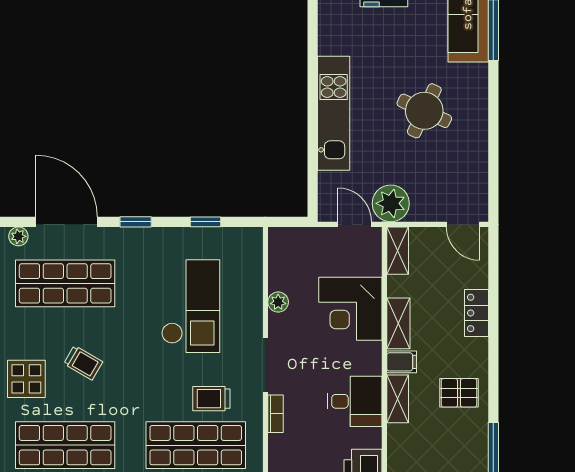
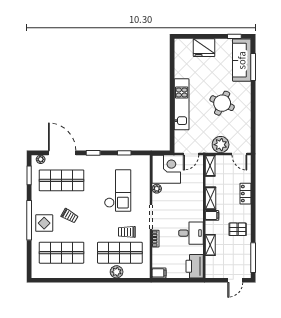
plant: (391, 203) -> (221, 145), moved
door: (355, 224) -> (191, 154), swing flipped
corner desk: (350, 309) -> (166, 169), moved, turned 180
shelving: (398, 399) -> (210, 245), moved

